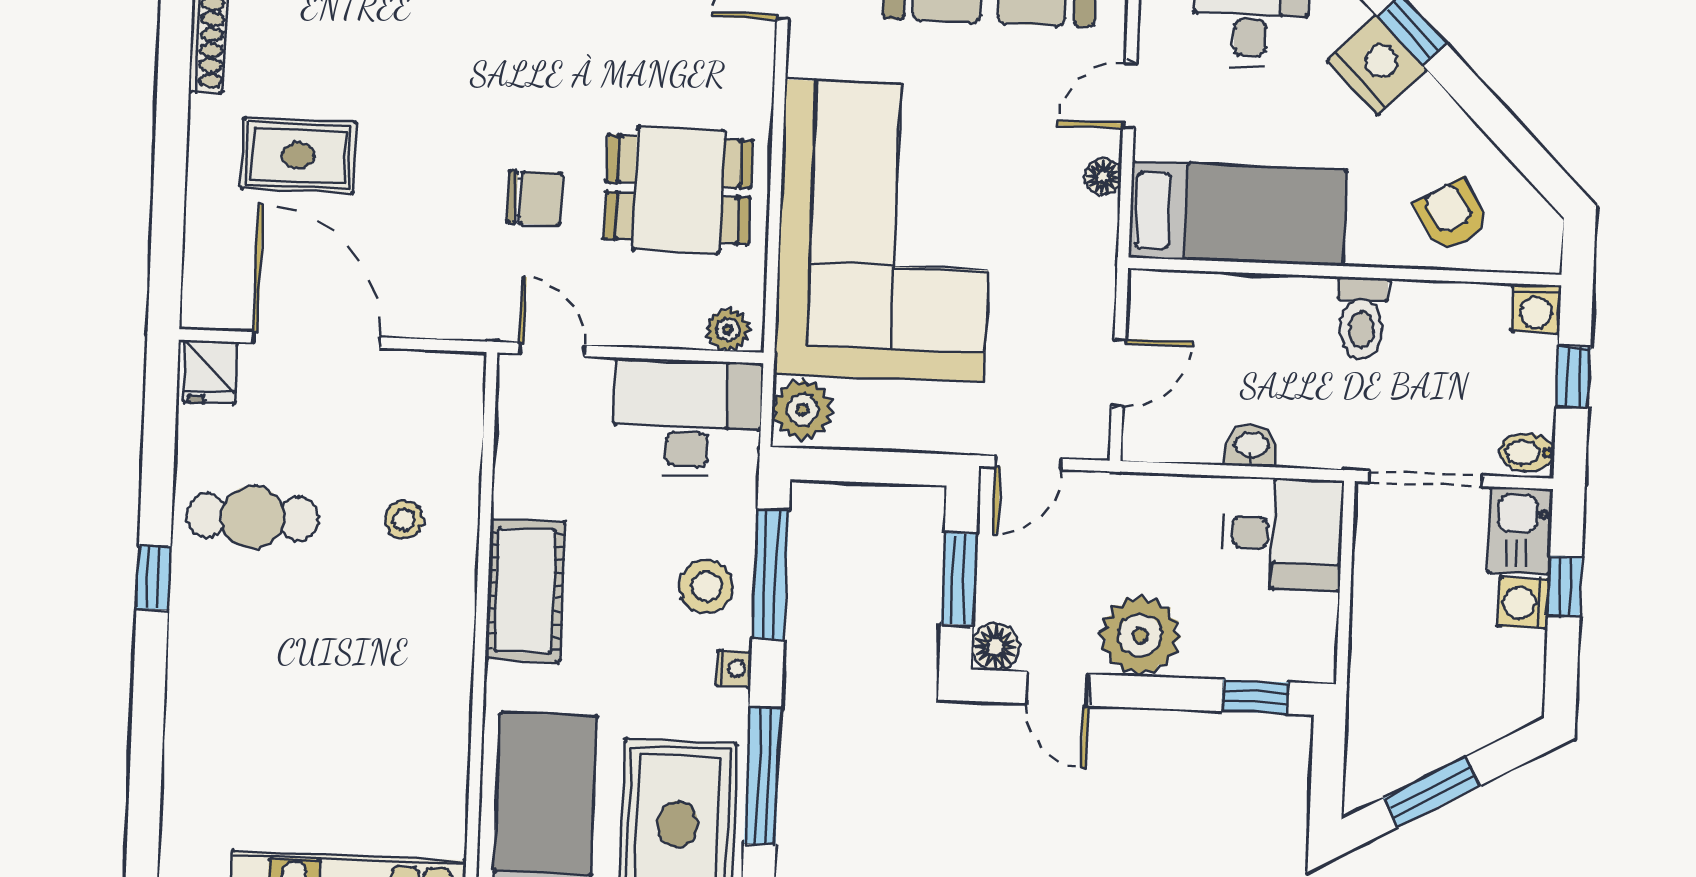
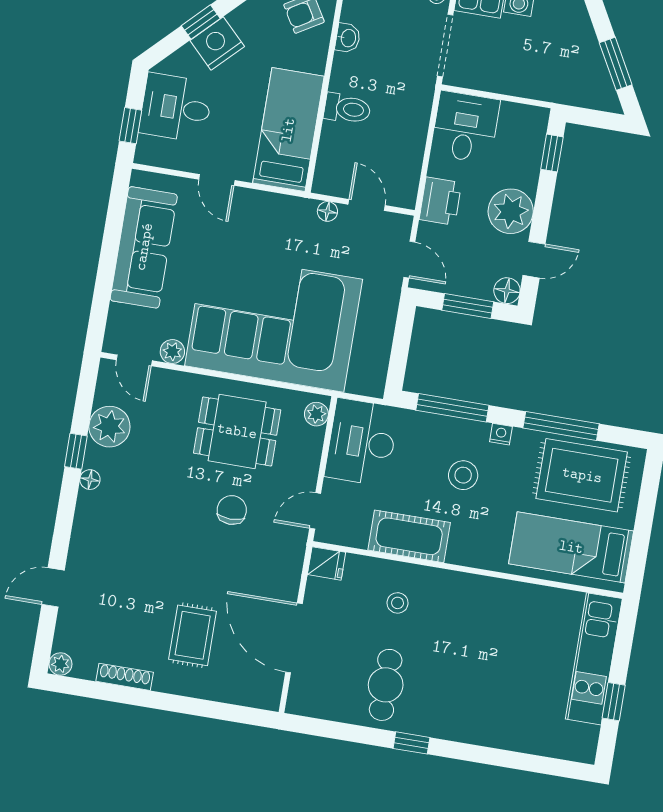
floor lamp: (1103, 177) -> (327, 211), moved
dining table: (678, 190) -> (237, 431), turned 90
toilet: (1362, 318) -> (347, 109), moved
door: (317, 340) -> (294, 638), hinge flipped
fridge: (210, 372) -> (326, 563), moved
plant: (802, 410) -> (172, 352), moved, width x0.73, depth x0.73
washbasin: (1251, 446) -> (348, 38), moved, turned 180
printer: (1142, 505) -> (440, 201), added
stool: (706, 587) -> (463, 475), moved
cot: (525, 591) -> (409, 536), moved

